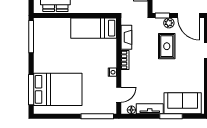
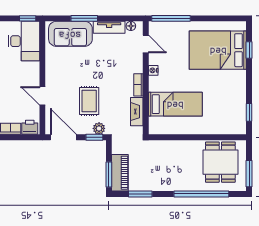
plant: (169, 23) -> (99, 128), moved
bed: (94, 28) -> (175, 104), moved
window: (31, 37) -> (249, 112), width x0.46
window: (31, 90) -> (249, 50), width x0.46
door: (119, 95) -> (146, 44), swing flipped

